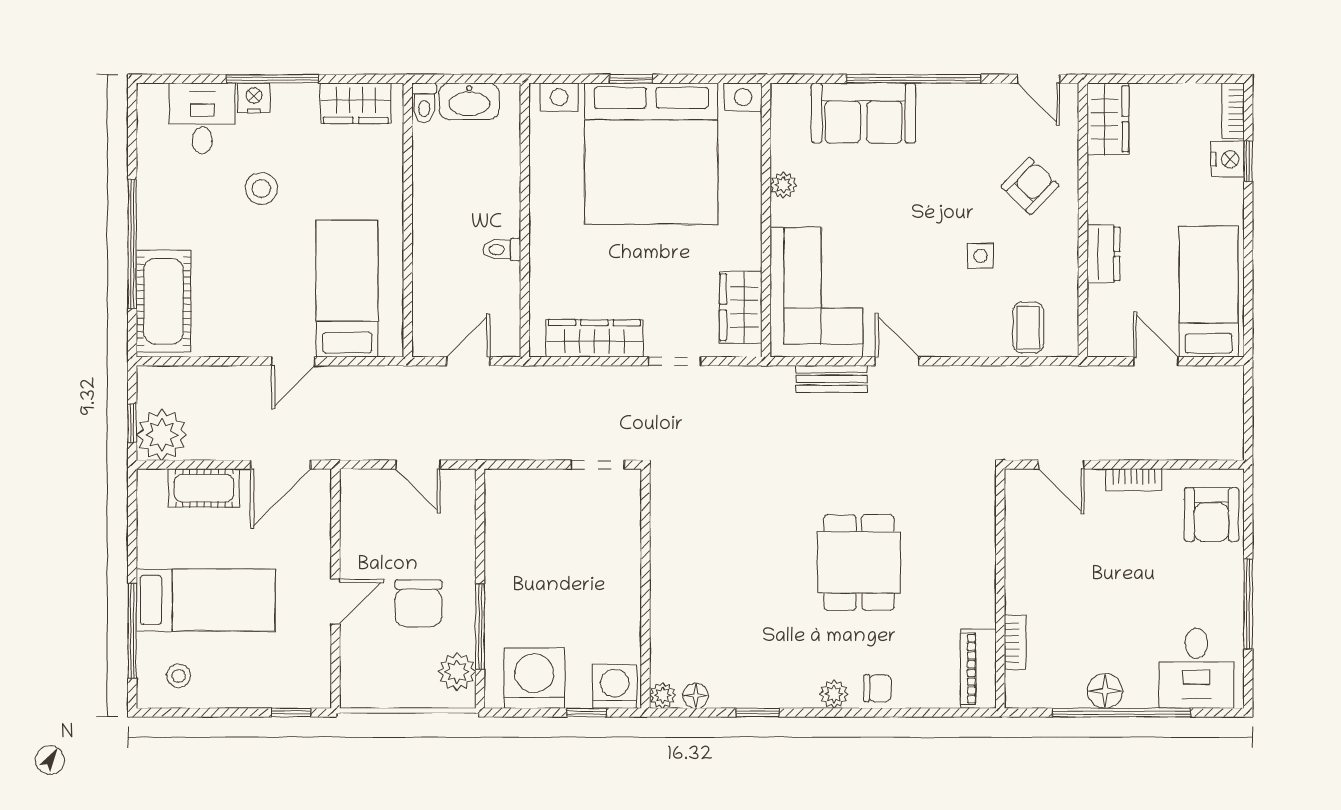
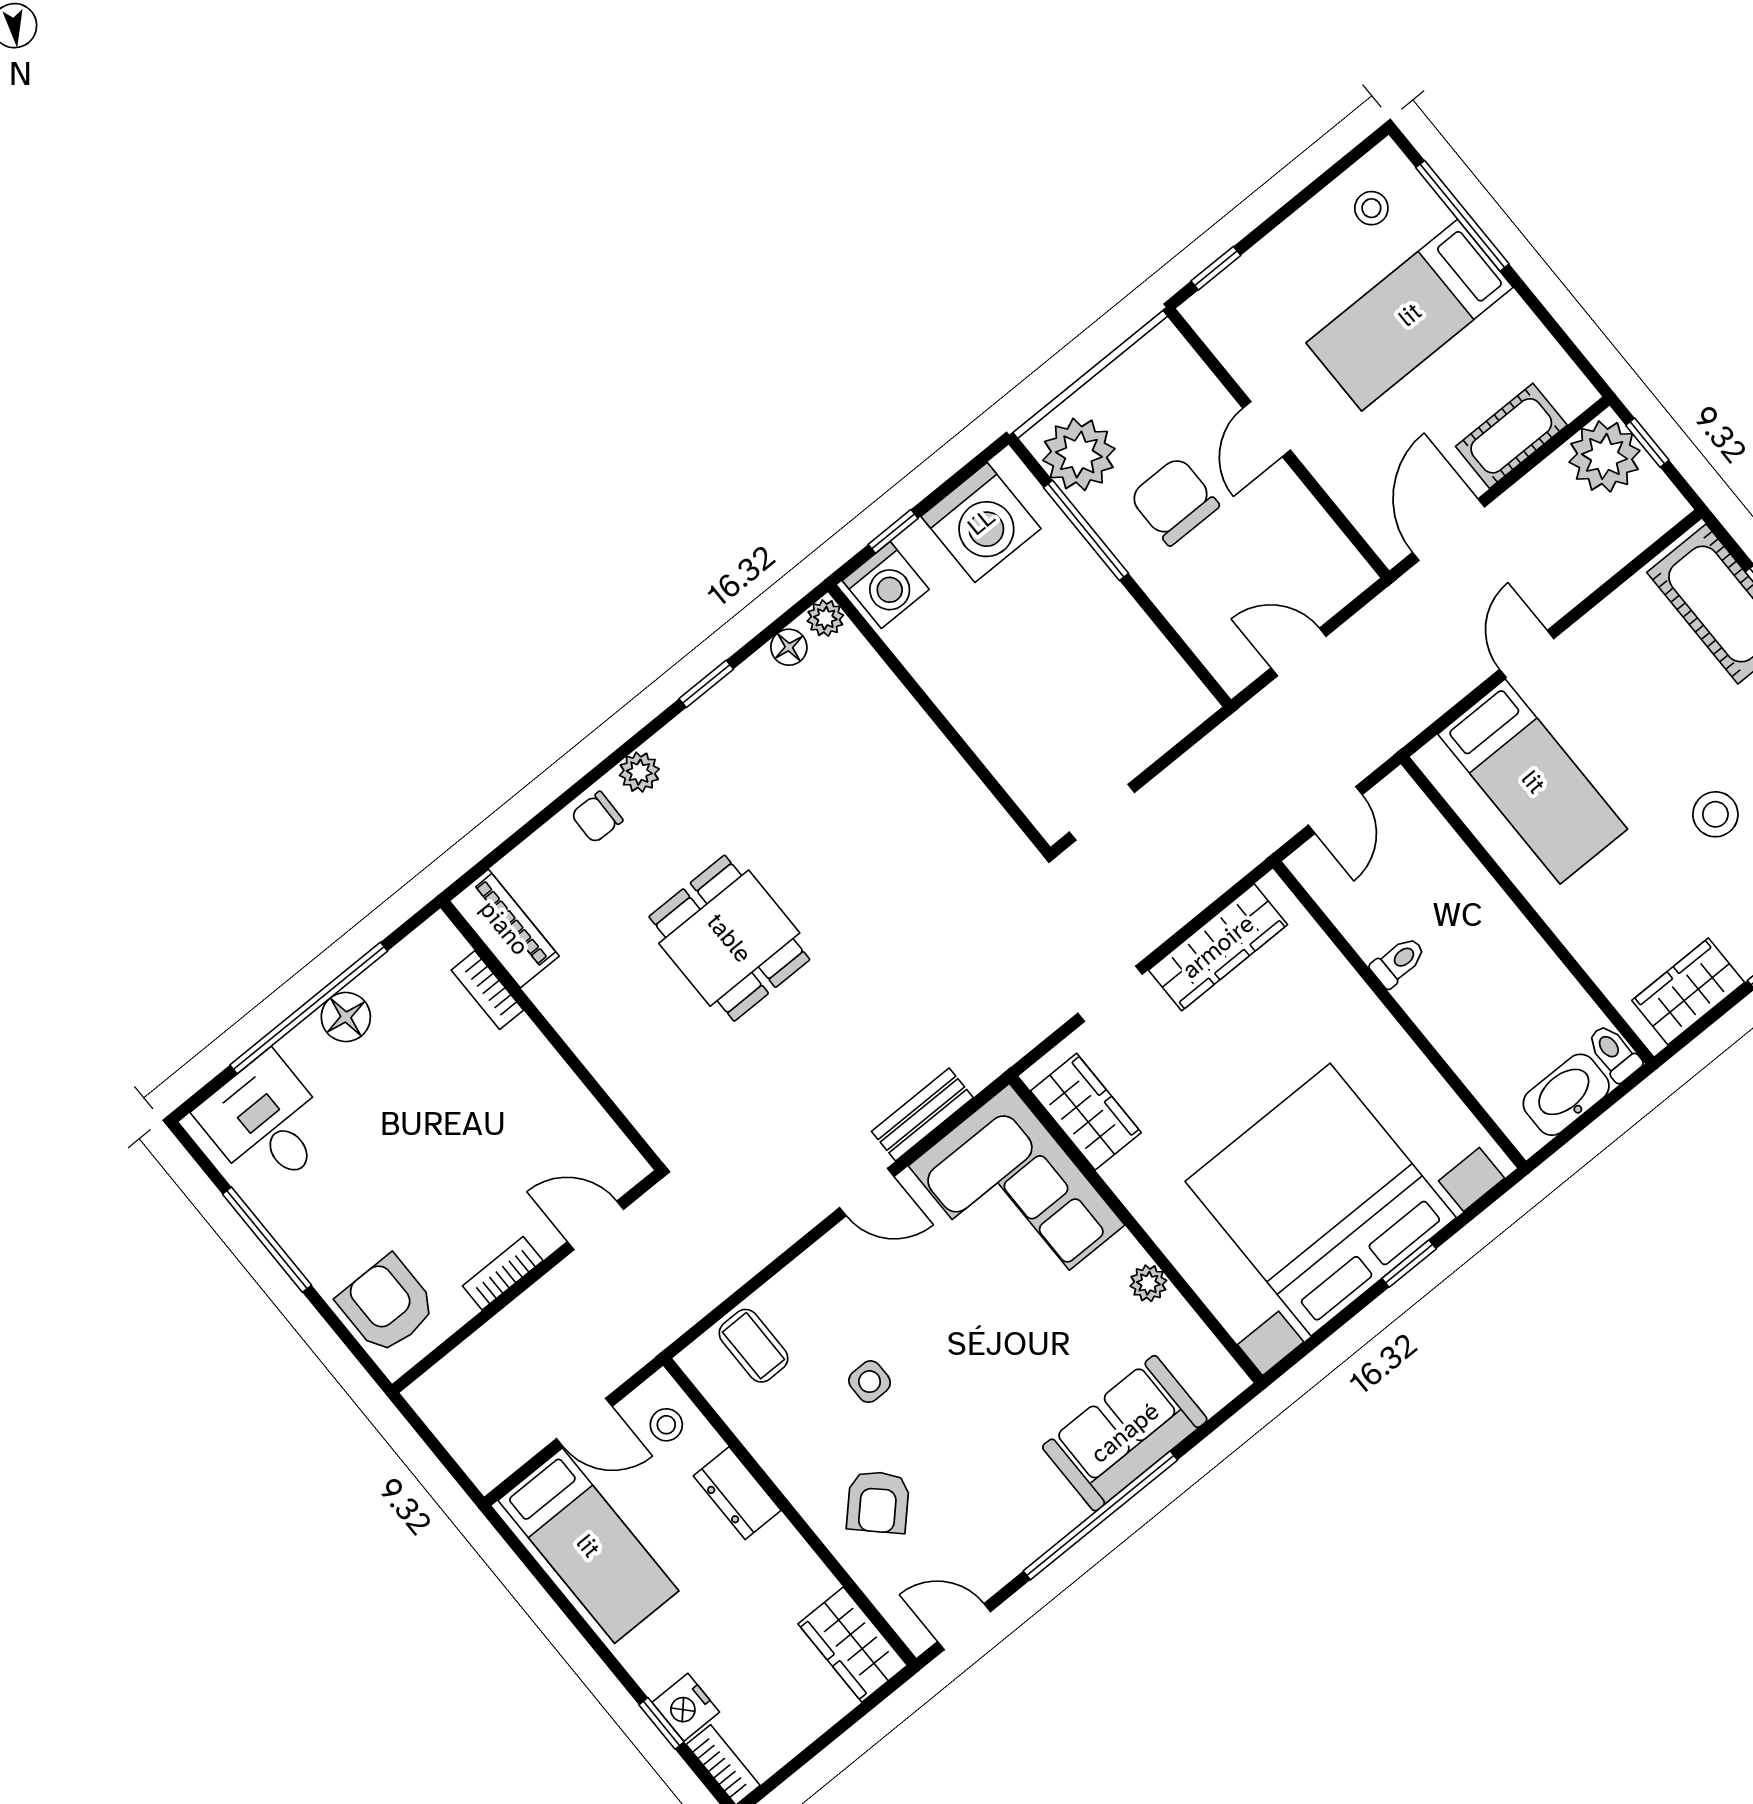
stool: (1112, 323) -> (666, 1425), added
plant: (457, 672) -> (1079, 454), width x1.36, depth x1.36

